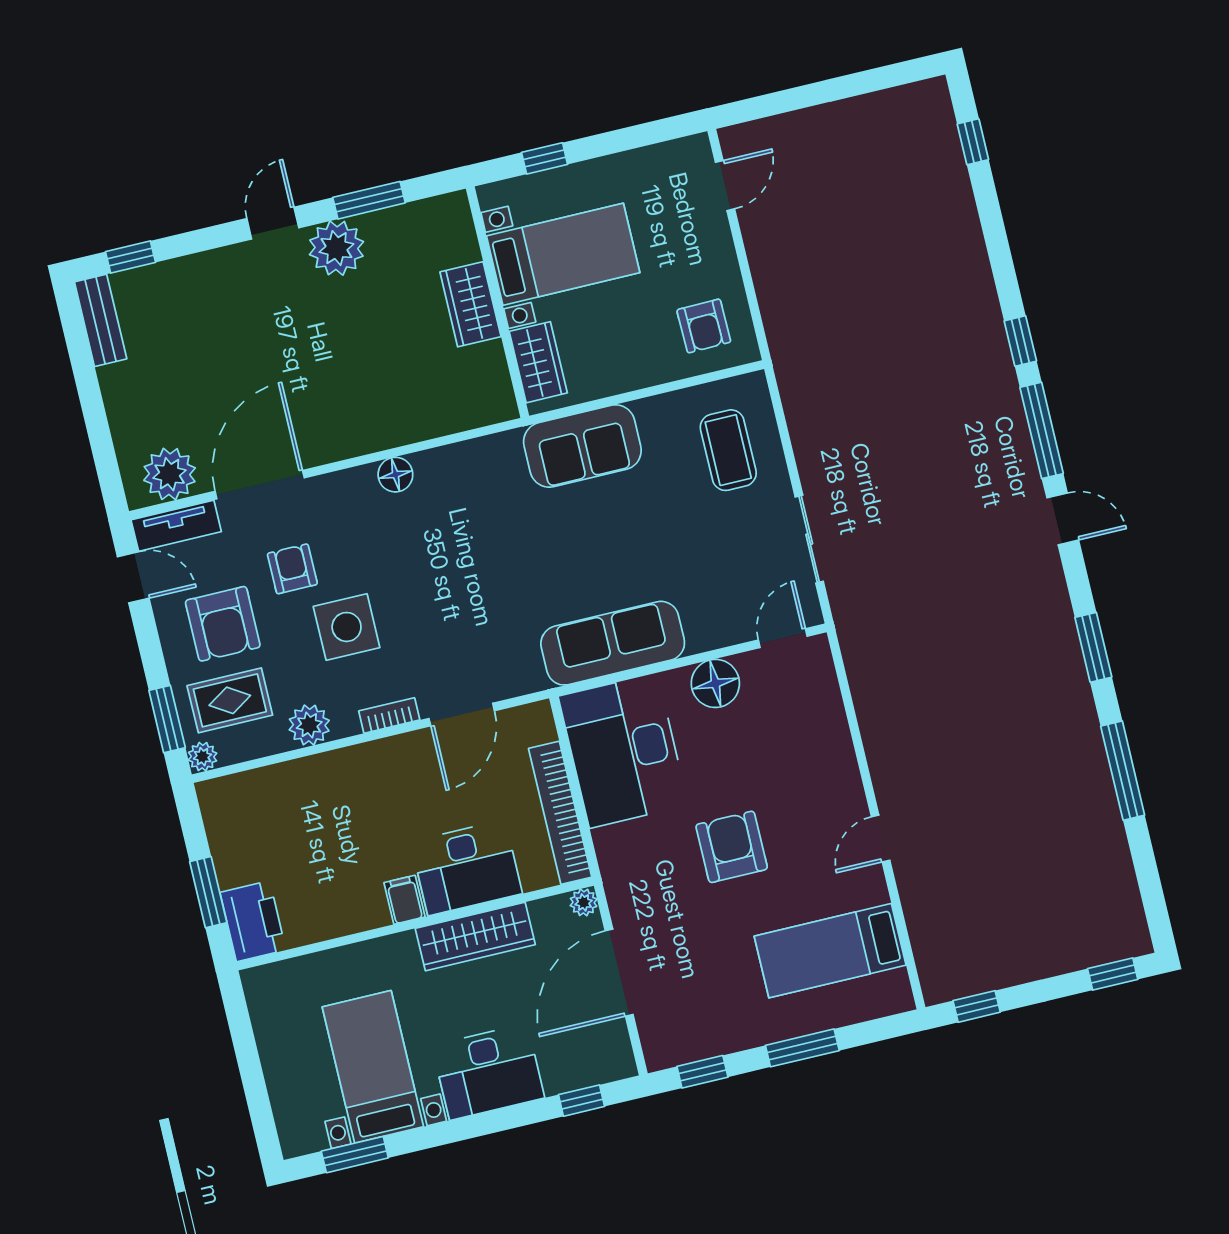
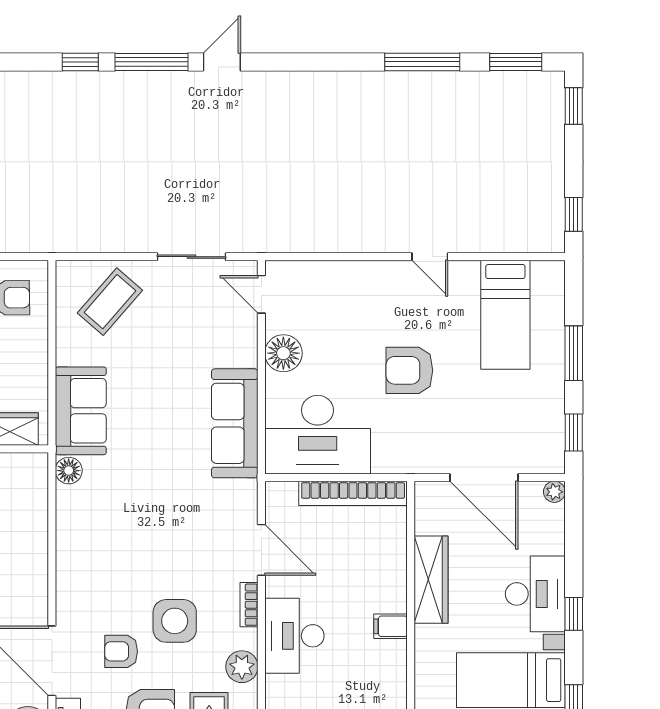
coffee table: (728, 450) -> (110, 302), turned -49
floor lamp: (395, 475) -> (69, 471), moved
window: (1093, 647) -> (516, 62), moved
desk: (466, 868) -> (294, 636), moved, turned 180
plant: (584, 902) -> (554, 492), moved
window: (581, 1101) -> (574, 614), moved

